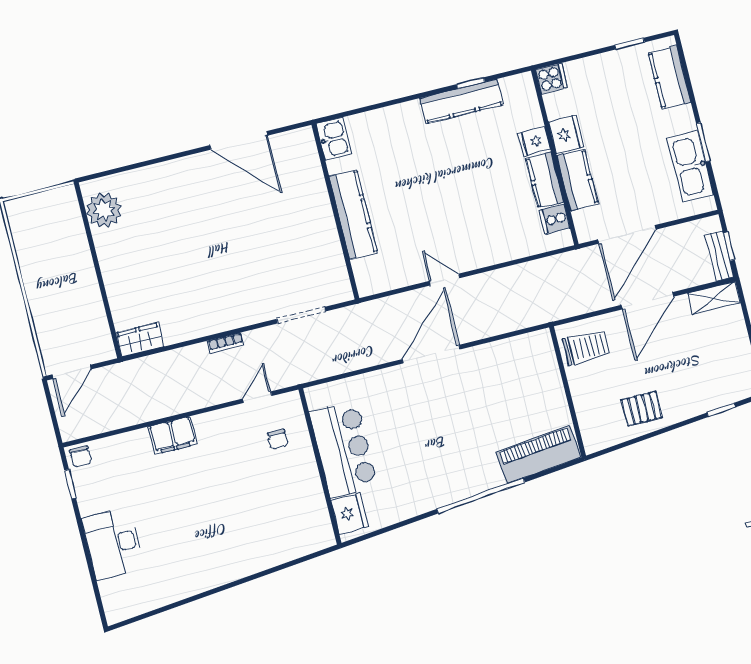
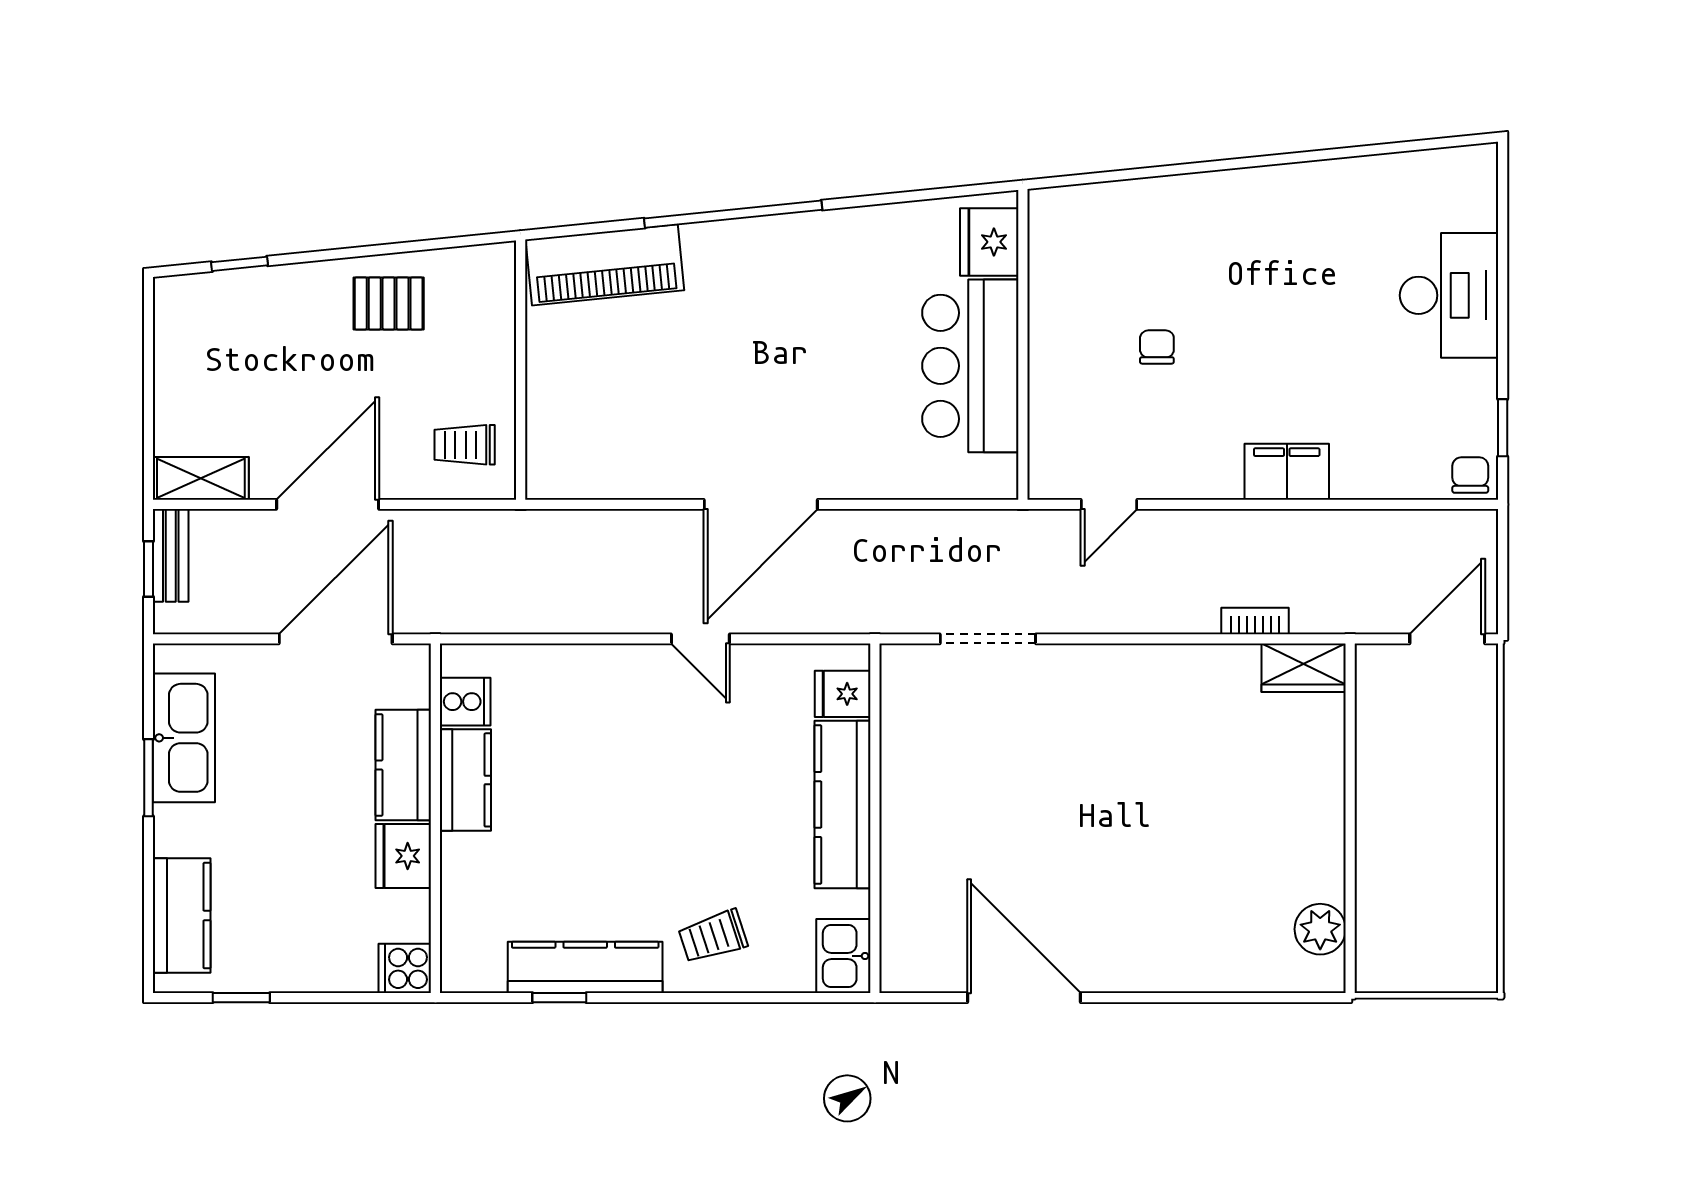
trolley: (402, 133) -> (713, 936), added
fridge: (534, 142) -> (843, 694), moved, turned 180
plant: (104, 210) -> (1320, 929), width x0.73, depth x0.73
bookcase: (226, 343) -> (1255, 621), moved
trolley: (586, 347) -> (465, 445), width x0.73, depth x0.72
chair: (278, 439) -> (1157, 347), moved

